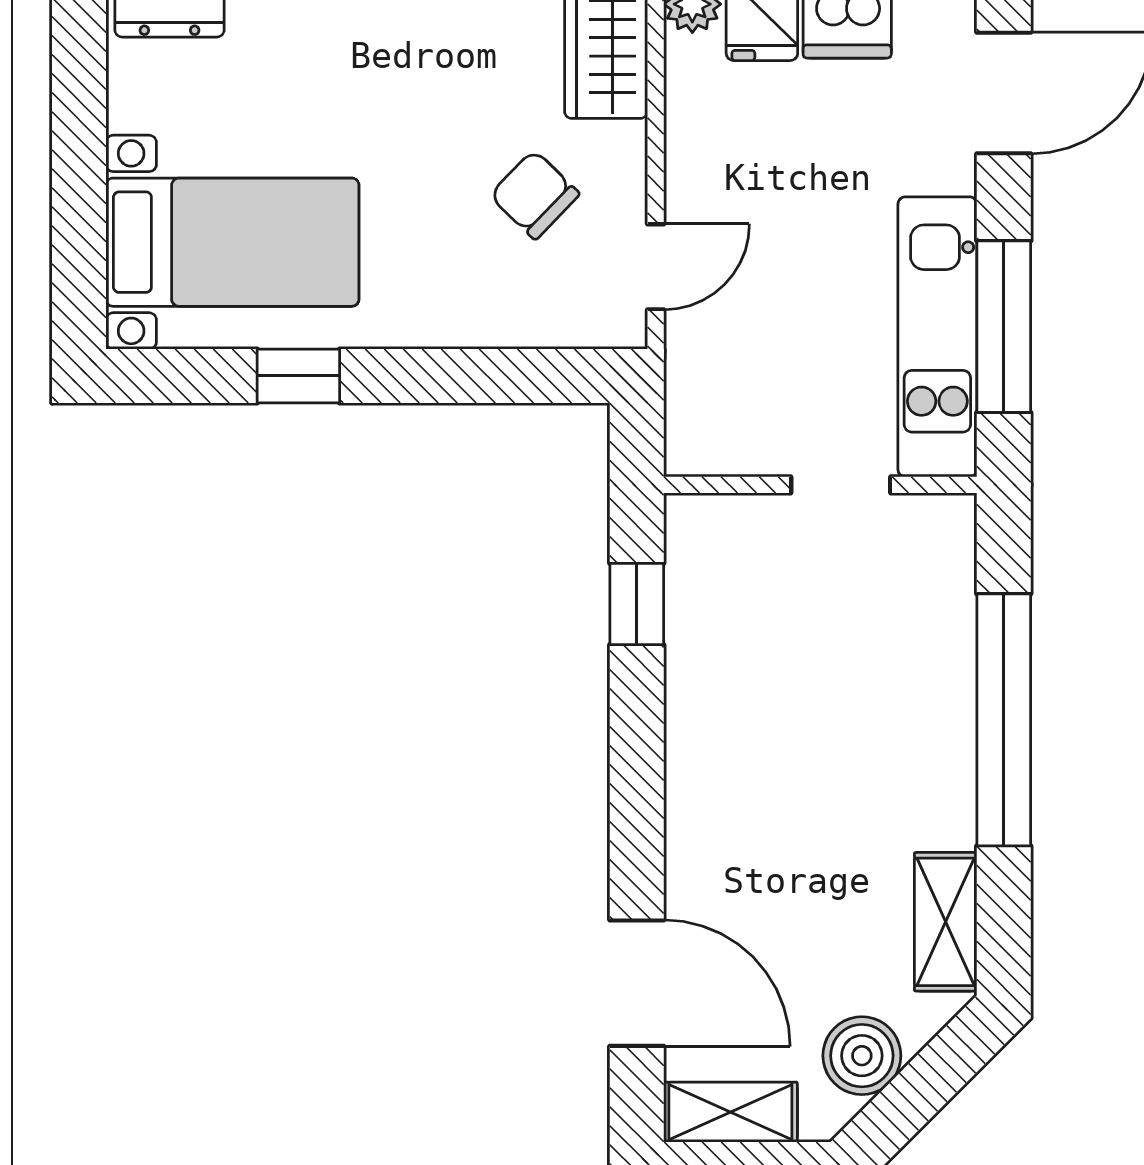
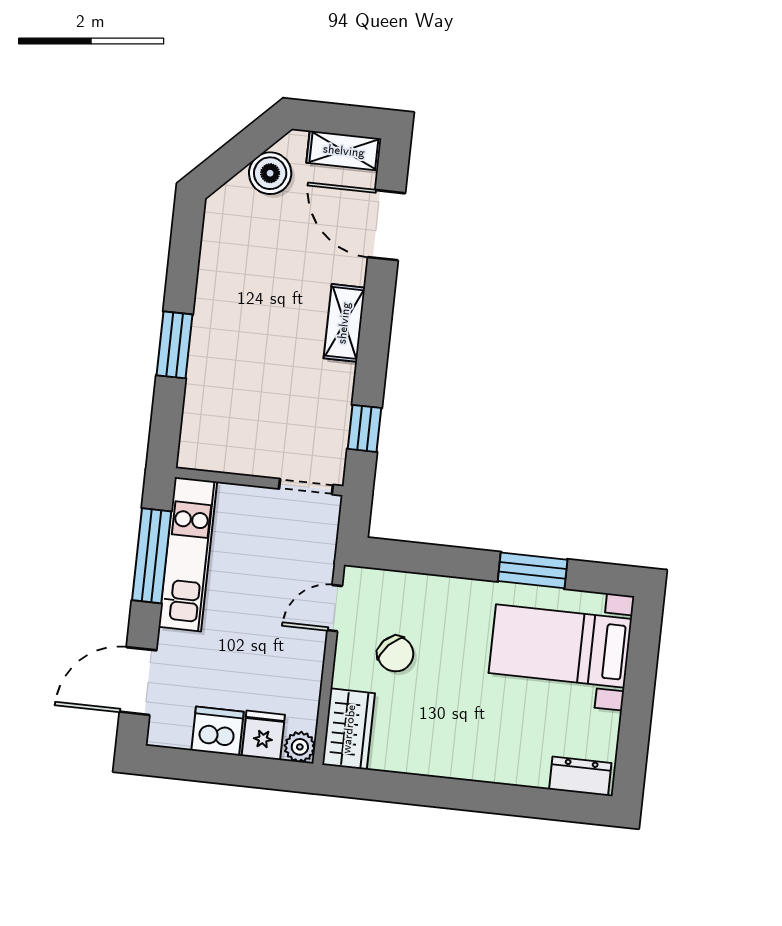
window: (298, 376) -> (533, 570), width x1.50
doorway: (841, 485) -> (306, 487), moved
window: (1004, 720) -> (175, 345), width x0.47
shelving: (946, 922) -> (344, 323), moved

